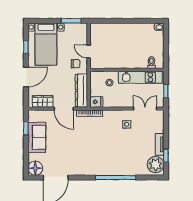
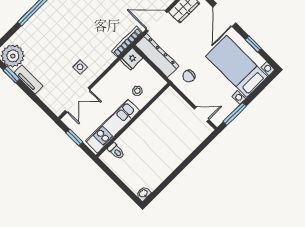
door: (89, 51) -> (202, 114), moved

